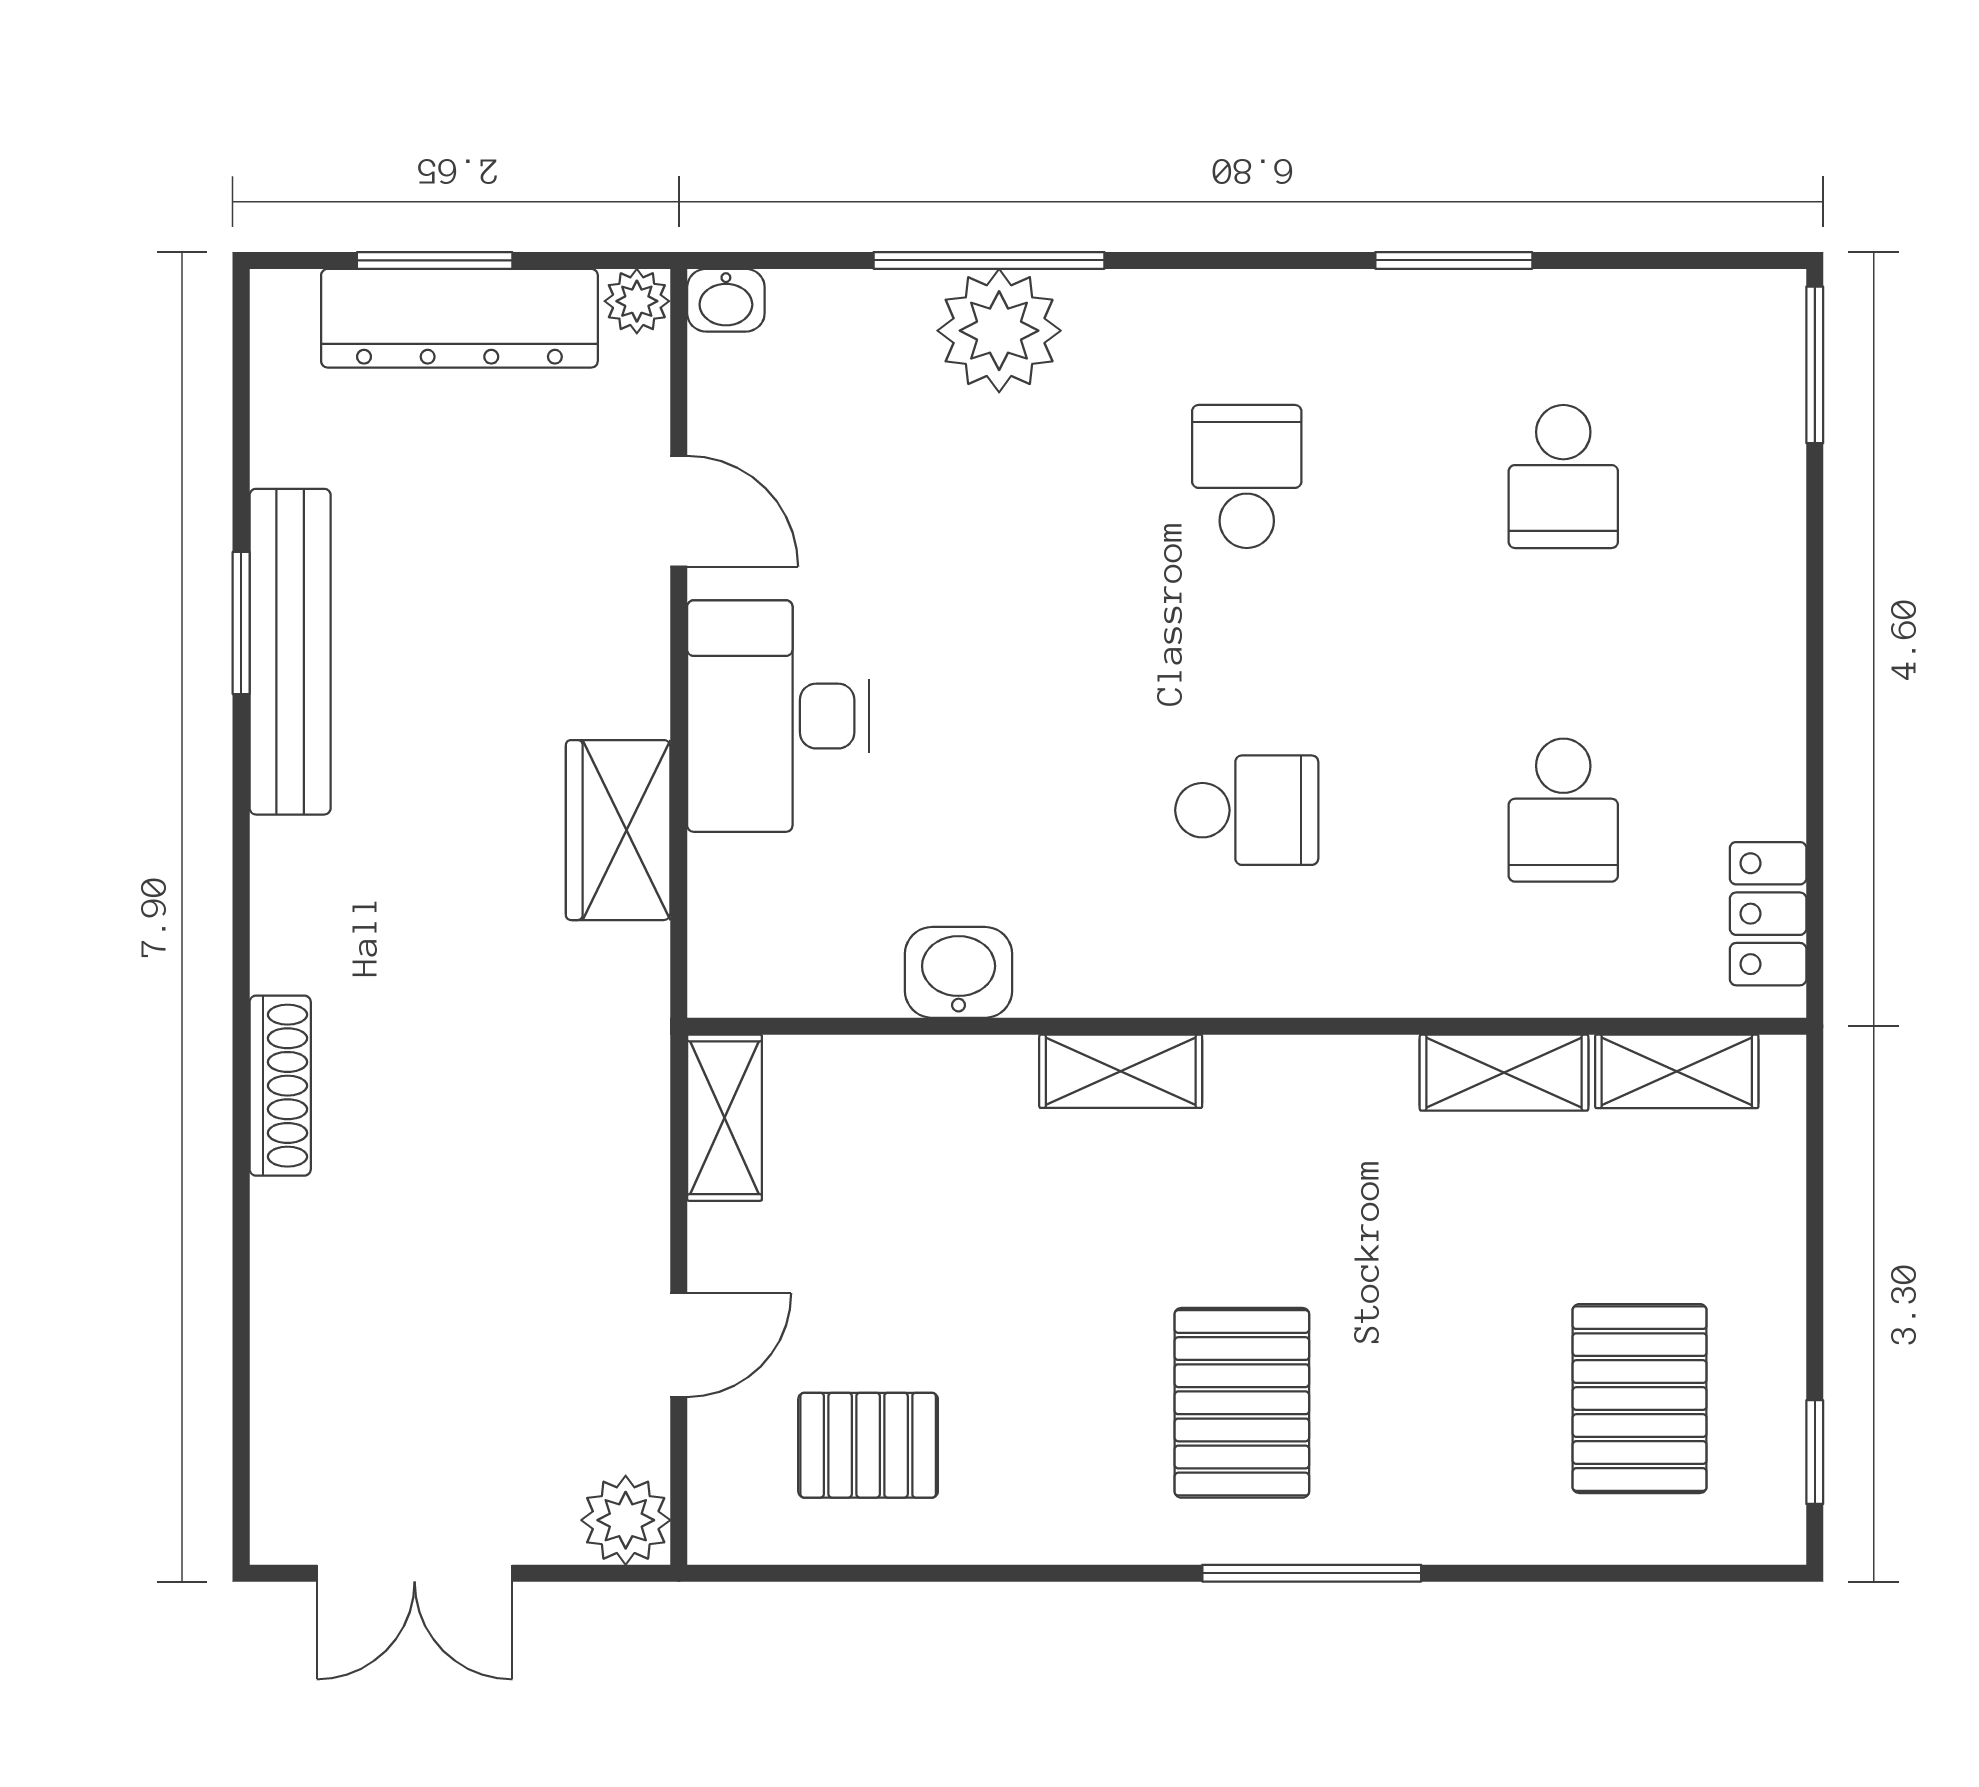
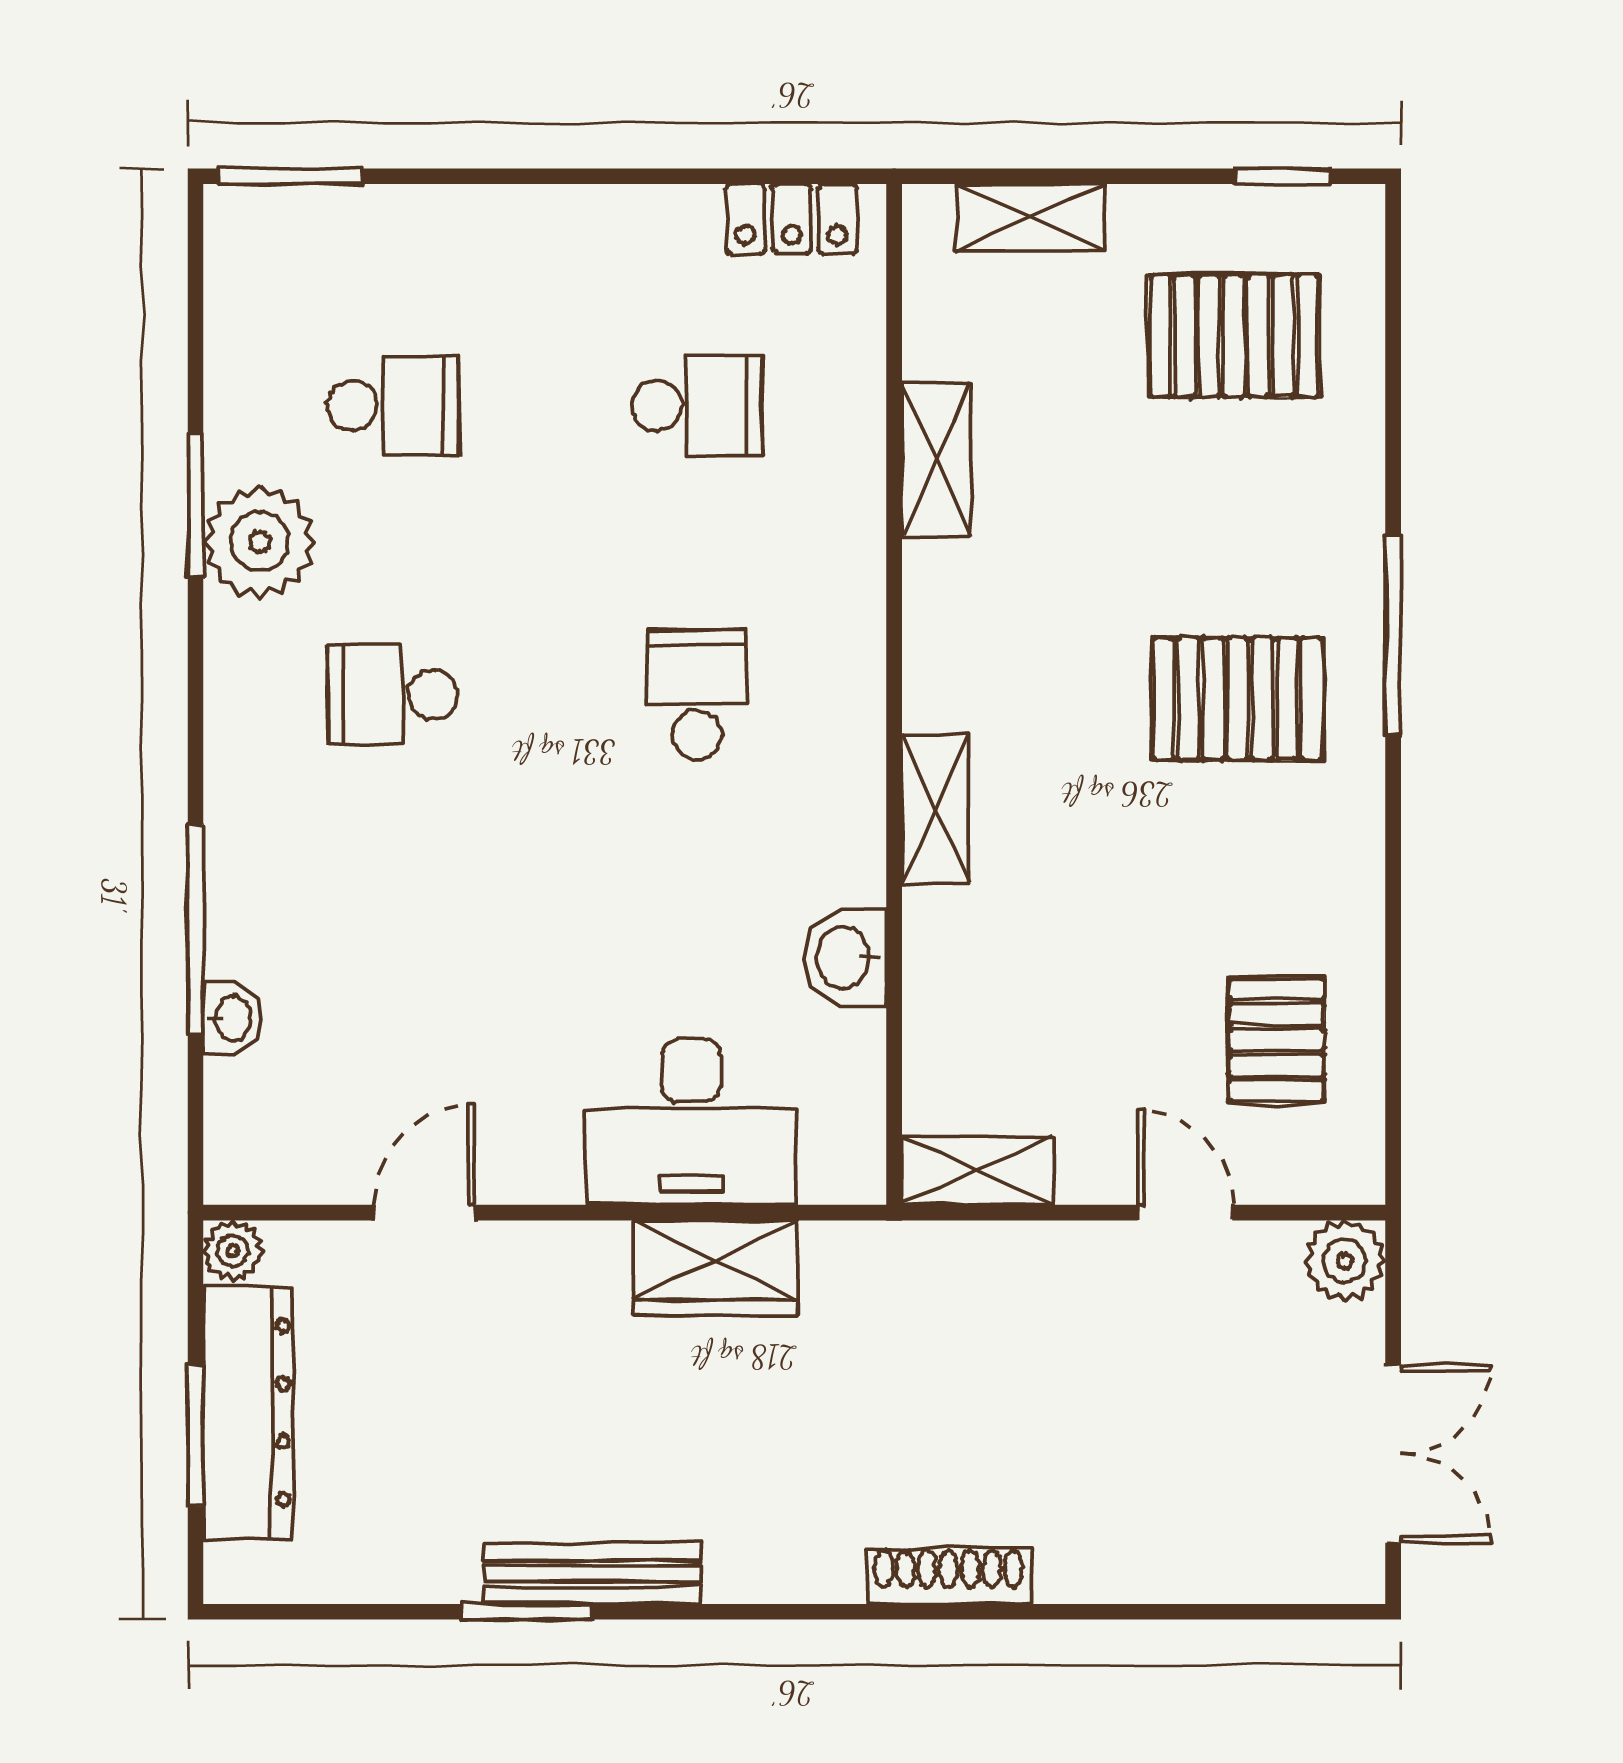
washbasin: (726, 300) -> (232, 1018), moved
plant: (999, 331) -> (260, 542), moved
bench: (290, 652) -> (592, 1574), width x0.73, depth x0.82
desk: (778, 716) -> (691, 1122), moved
shelving: (1677, 1071) -> (1031, 217), moved, turned 90

